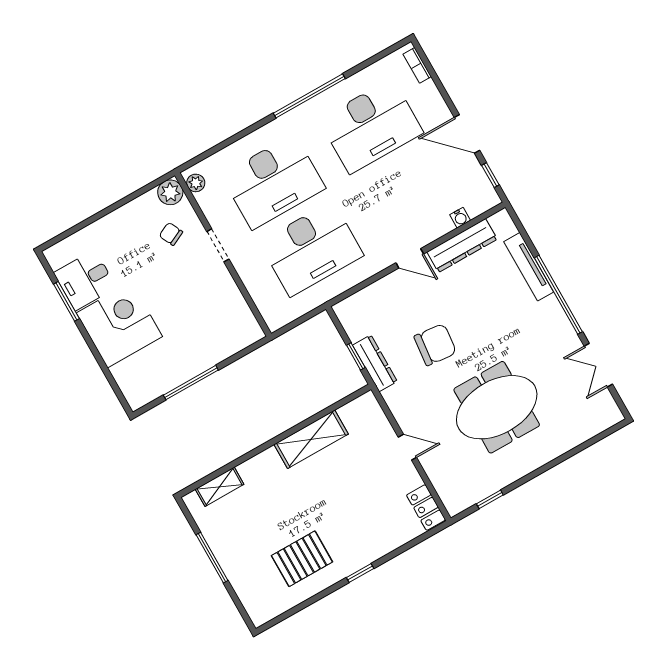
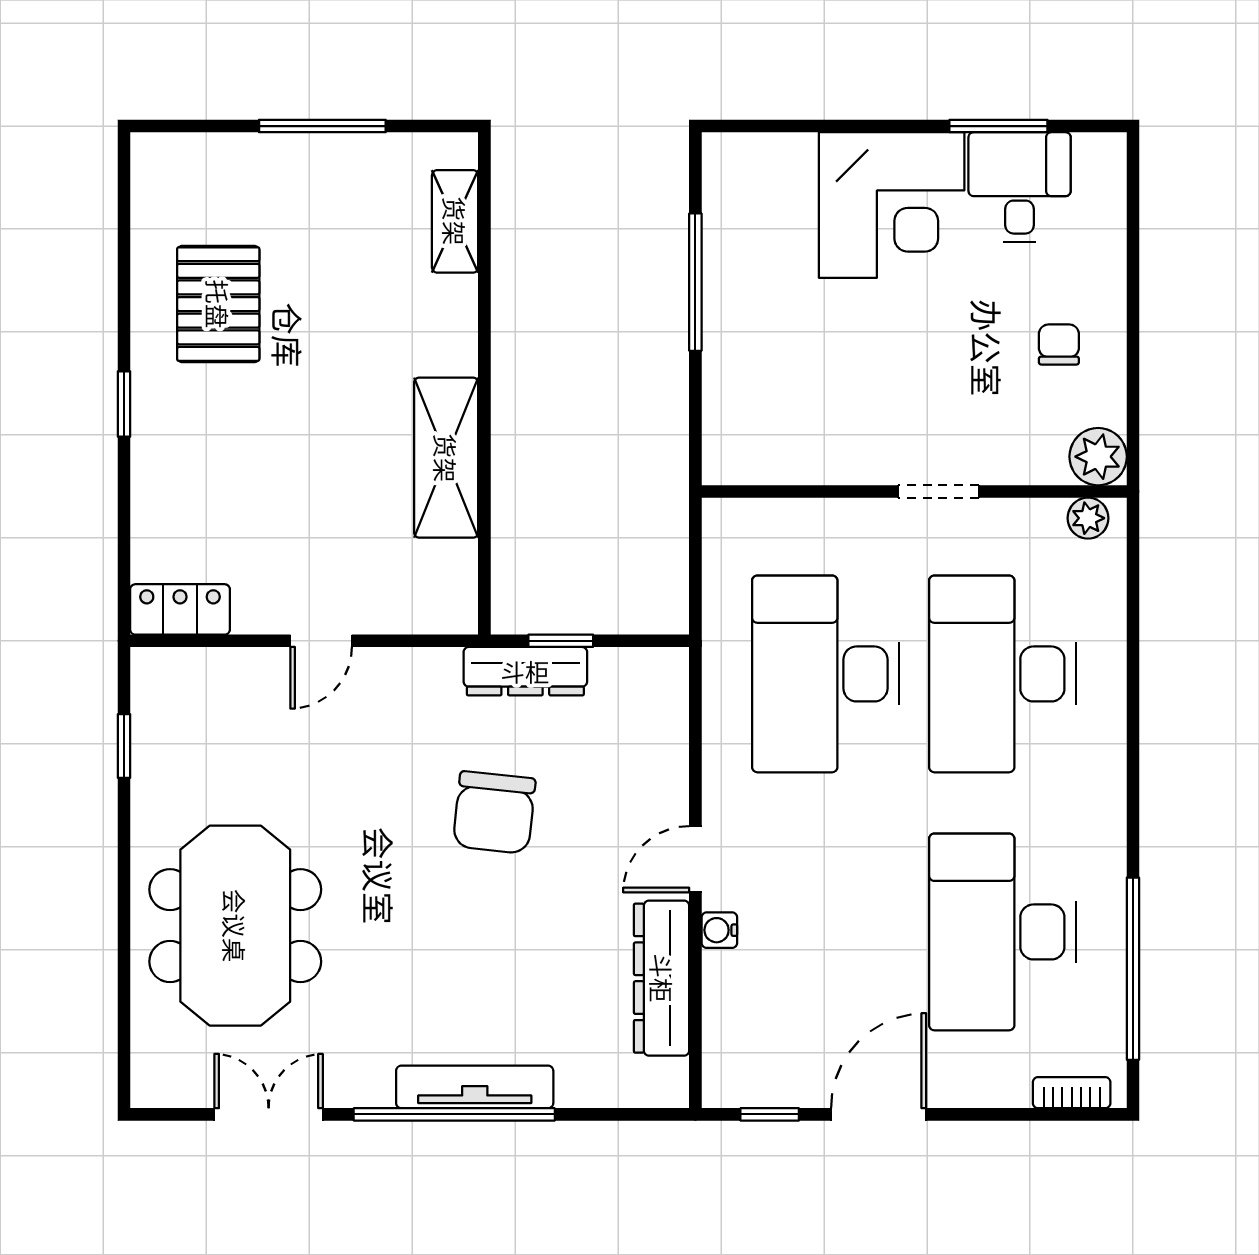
window: (309, 96) -> (1133, 969), moved
water cooler: (460, 218) -> (719, 930), moved
chair: (171, 234) -> (1059, 345), moved, turned -64
tv unit: (529, 267) -> (475, 1087), moved
meeting table: (497, 407) -> (235, 926), moved

